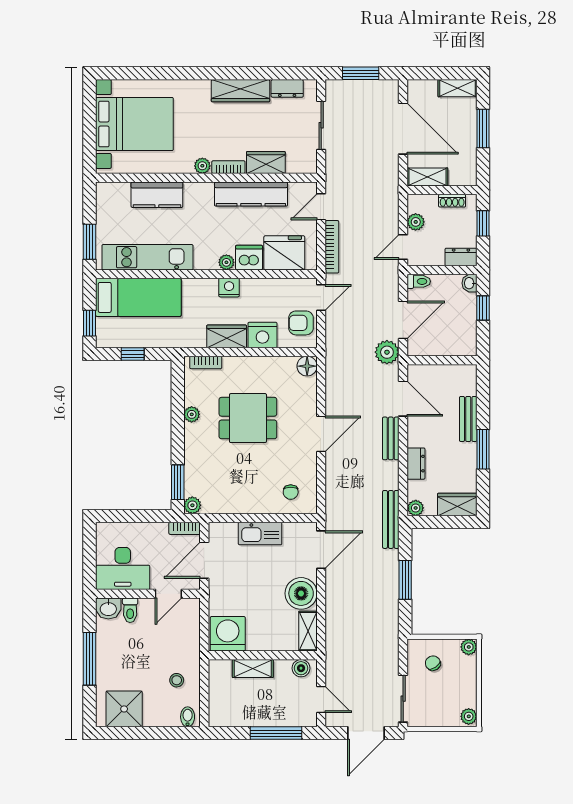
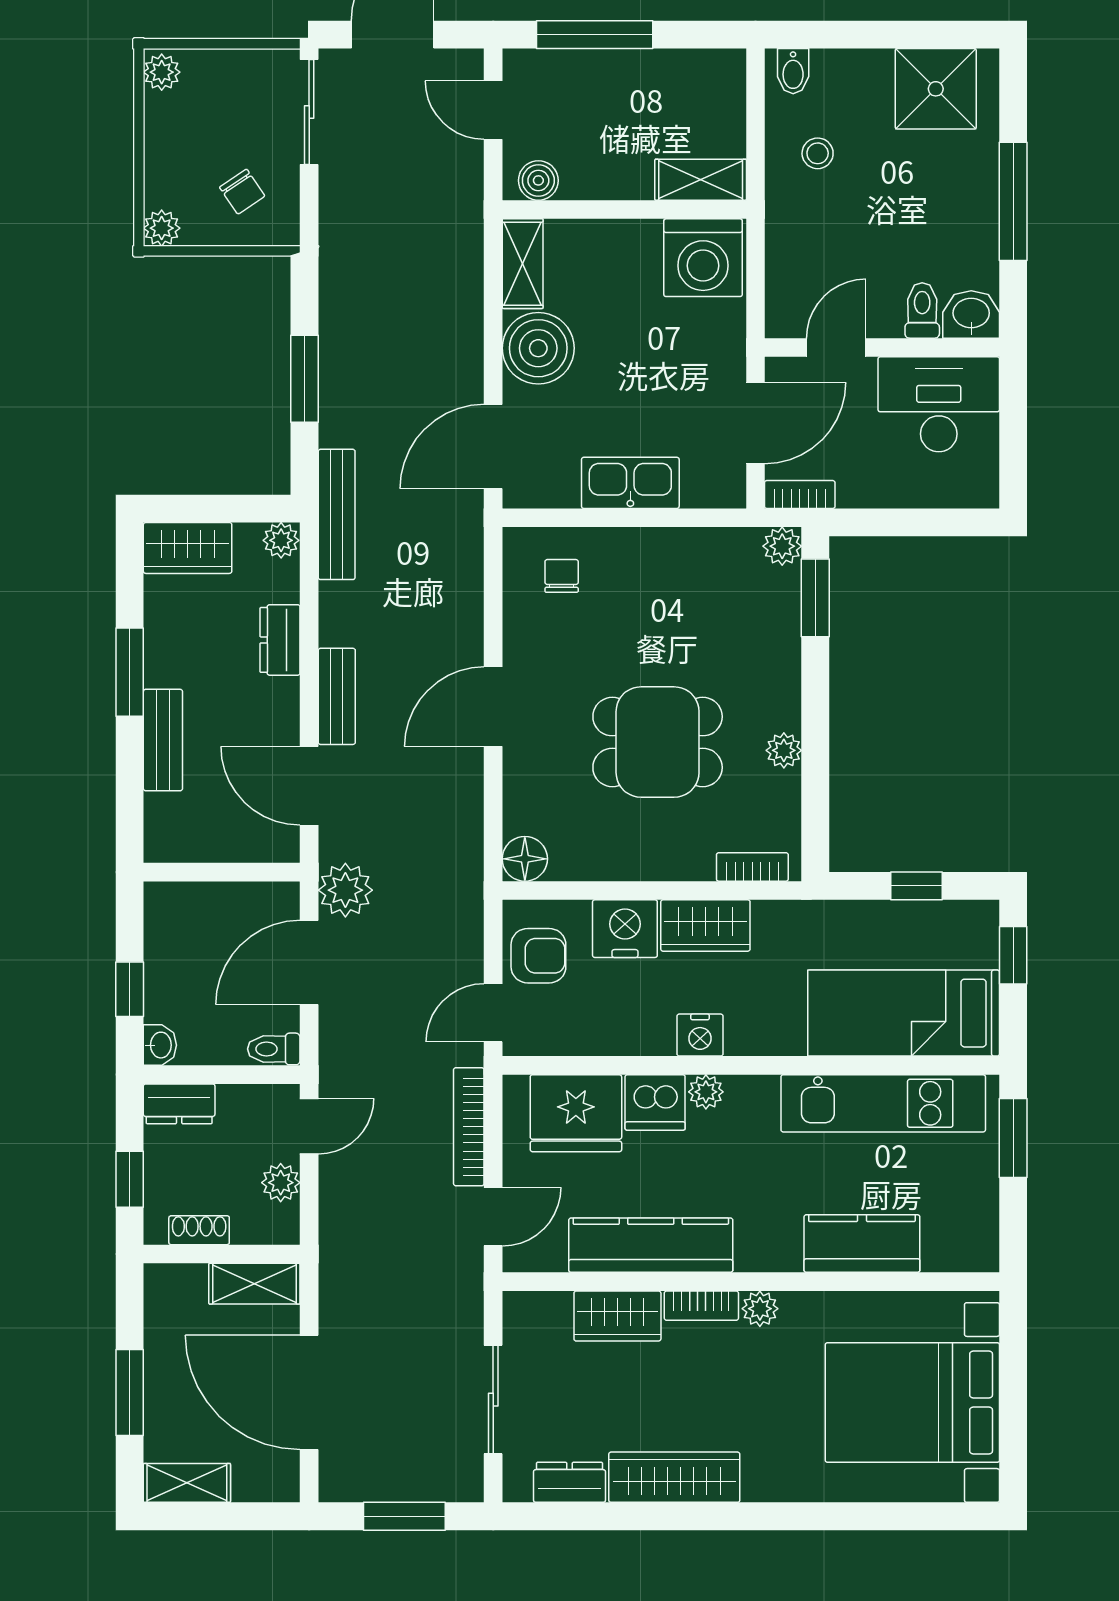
shelving: (253, 668) -> (701, 180), moved

